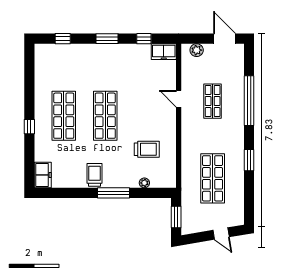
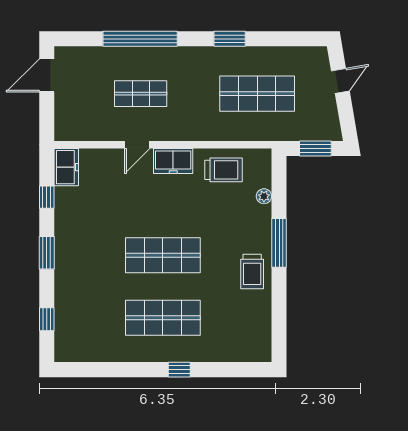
plant: (197, 50) -> (64, 118), removed
trolley: (147, 149) -> (224, 170), moved, turned 90
freezer: (43, 175) -> (173, 161), moved, turned 180
trolley: (94, 175) -> (252, 272), turned -90

